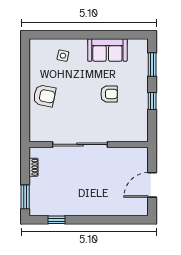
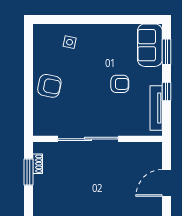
sofa: (107, 50) -> (150, 45), moved, turned 90
tv unit: (143, 116) -> (156, 108), added
window: (25, 197) -> (28, 172), moved

